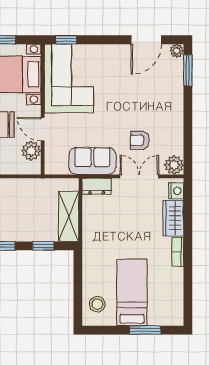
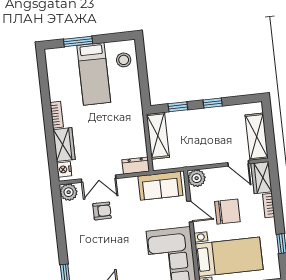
plant: (31, 151) -> (197, 178), moved
sofa: (92, 161) -> (160, 186), moved

